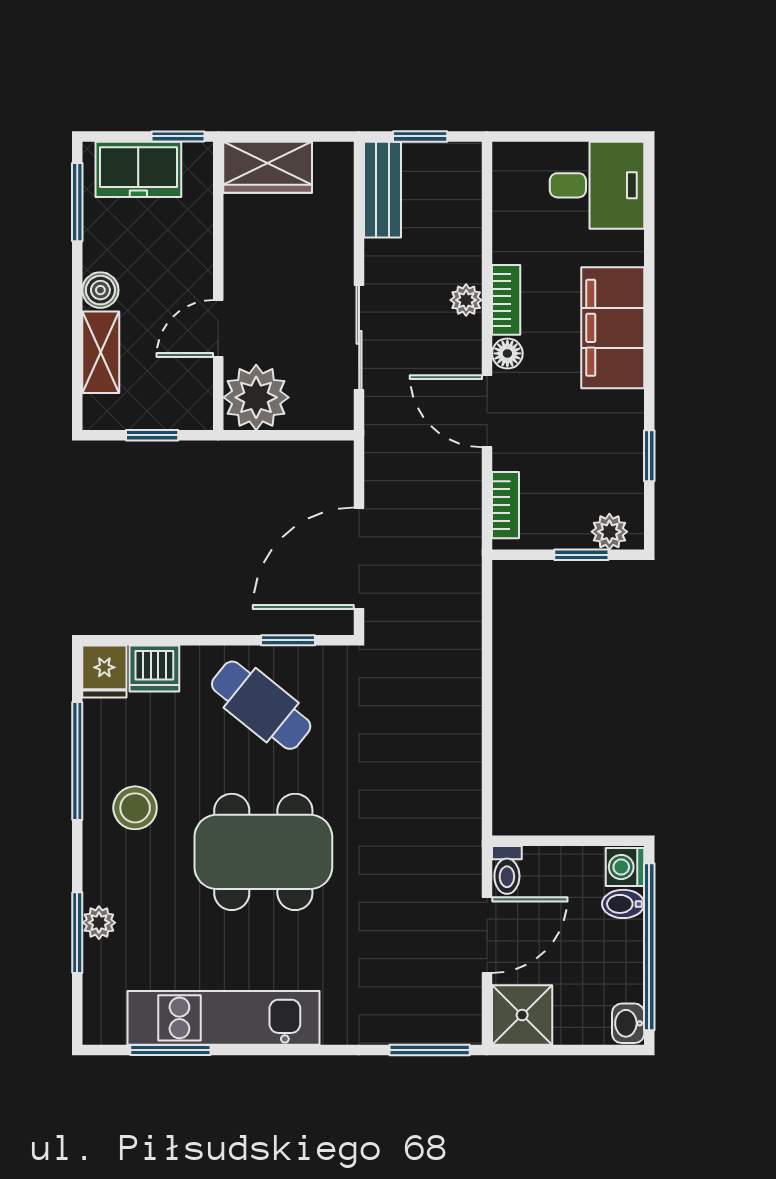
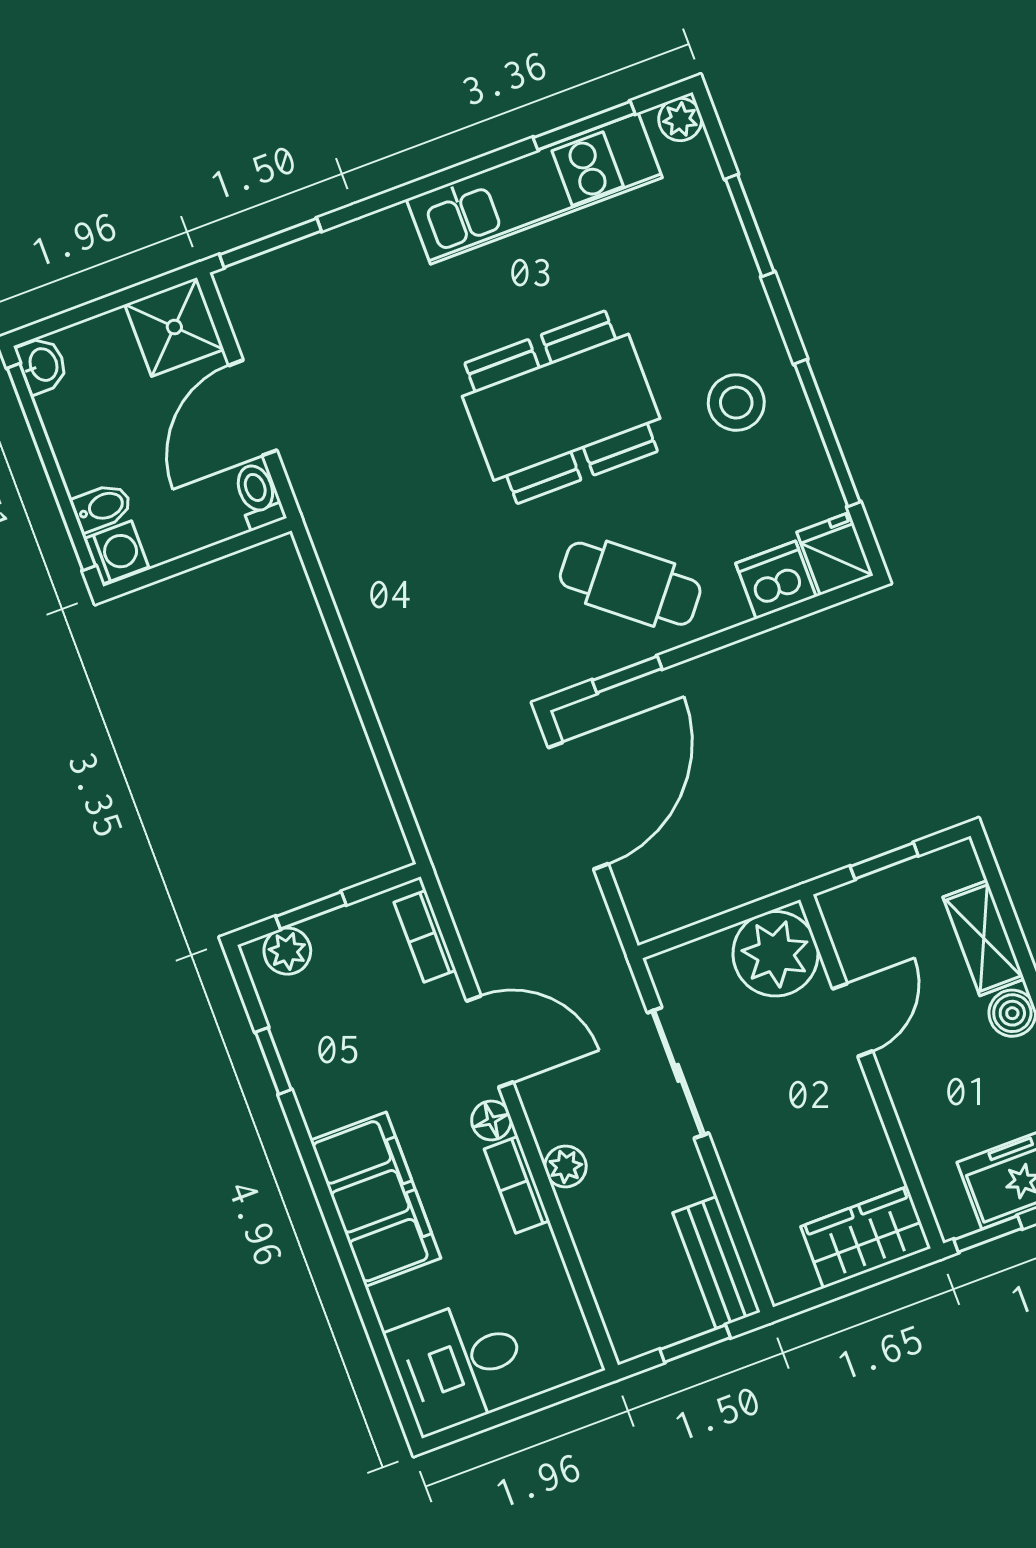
plant: (99, 923) -> (680, 119), moved

